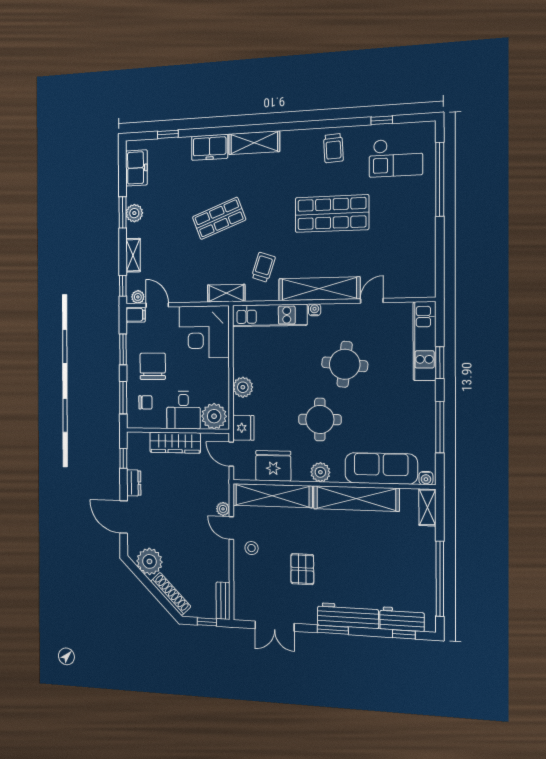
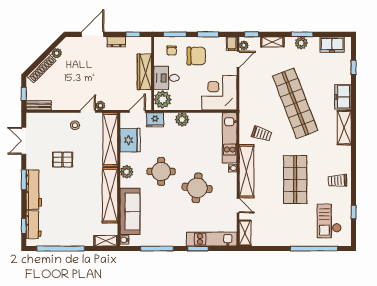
shop shelf: (219, 218) -> (295, 103), width x2.00, depth x1.36
shelving: (226, 293) -> (245, 233), moved
plant: (149, 561) -> (57, 53), width x0.53, depth x0.53

